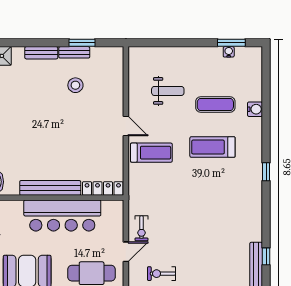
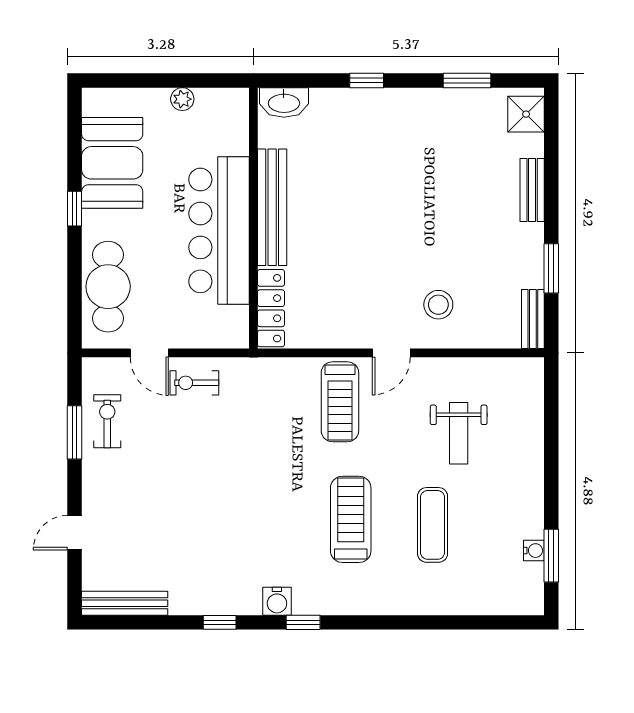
bench: (74, 52) -> (533, 319), moved
stool: (75, 85) -> (438, 305), moved
water cooler: (255, 109) -> (277, 601), moved
window: (266, 256) -> (220, 622), moved

